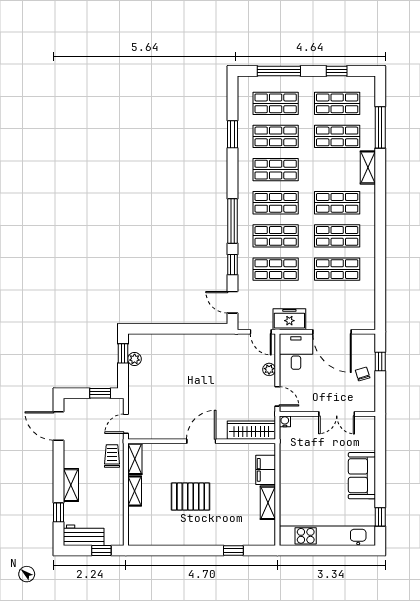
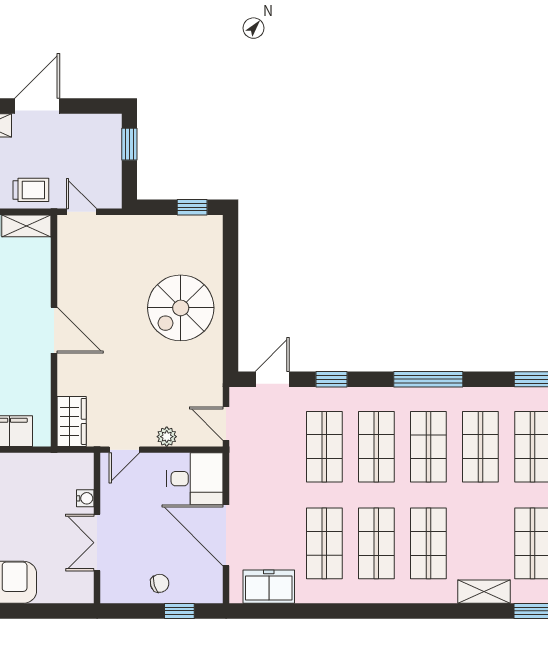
window: (233, 221) -> (428, 379), moved
freezer: (289, 319) -> (269, 587), moved, turned -90
door: (261, 332) -> (226, 424), hinge flipped
door: (332, 332) -> (226, 535), hinge flipped
plant: (135, 359) -> (183, 225), removed
spiral stairs: (187, 361) -> (181, 308), added
window: (100, 393) -> (129, 144), moved
water cooler: (285, 421) -> (85, 498), moved
door: (59, 426) -> (37, 106), moved
wardrobe: (251, 430) -> (72, 421), width x0.67

